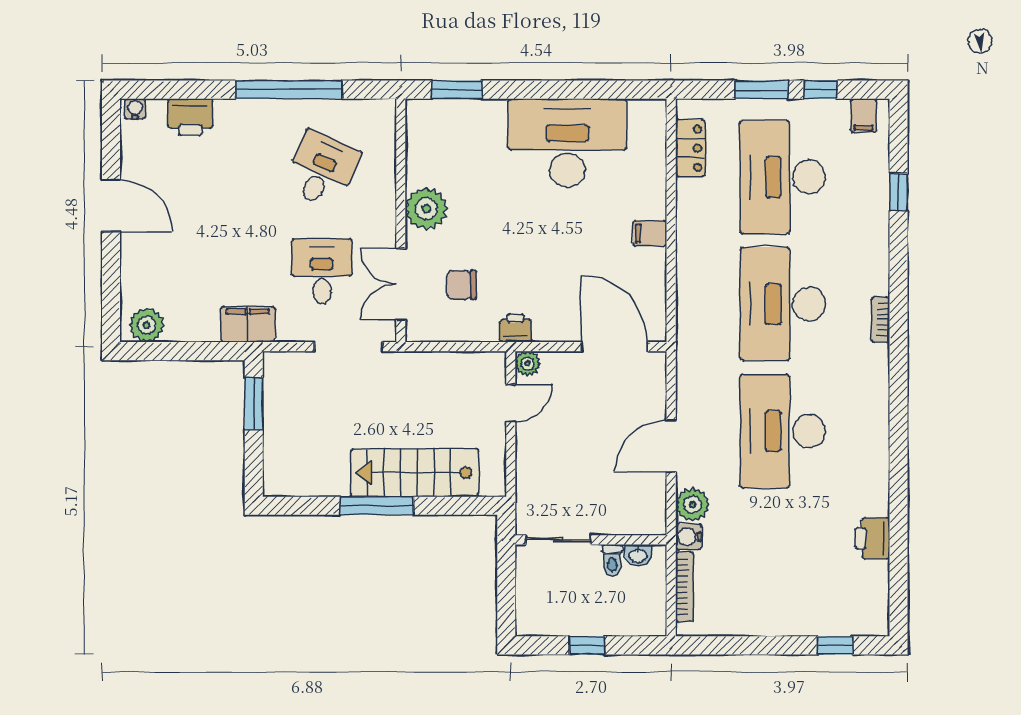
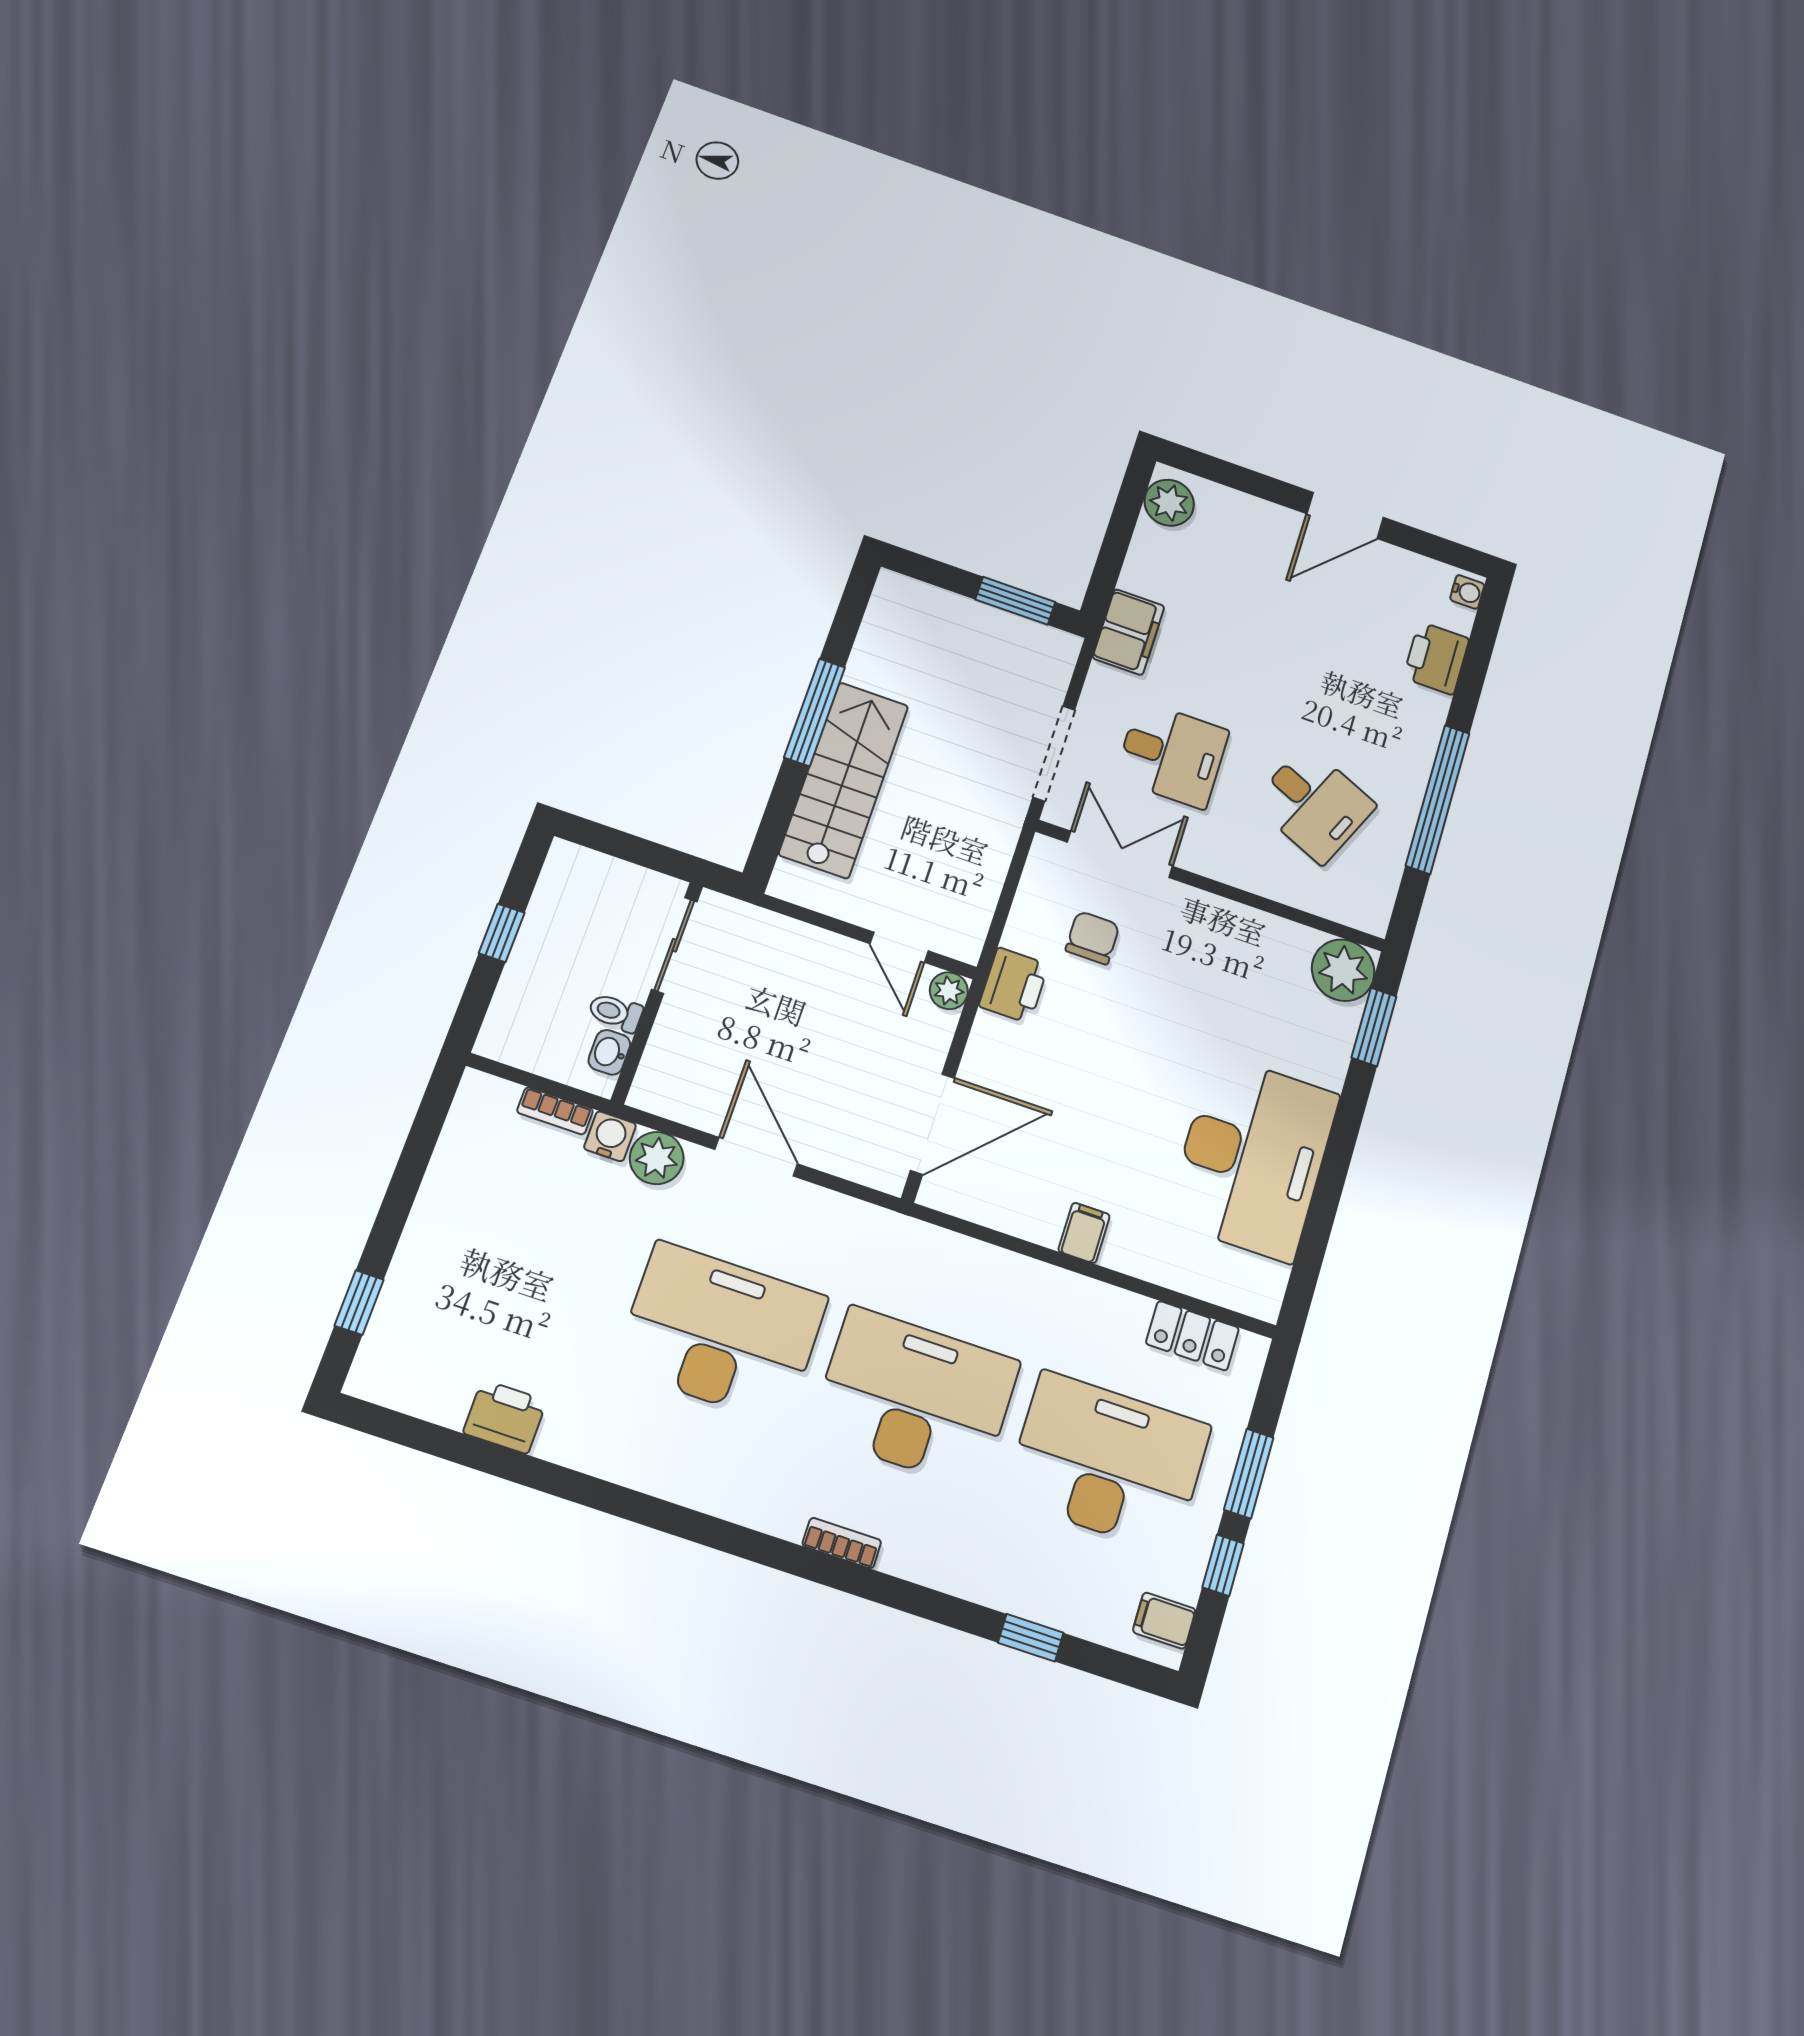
plant: (426, 209) -> (1343, 970), moved
printer: (516, 328) -> (1014, 985), width x1.36, depth x1.24
bookcase: (685, 587) -> (555, 1111), width x0.64

